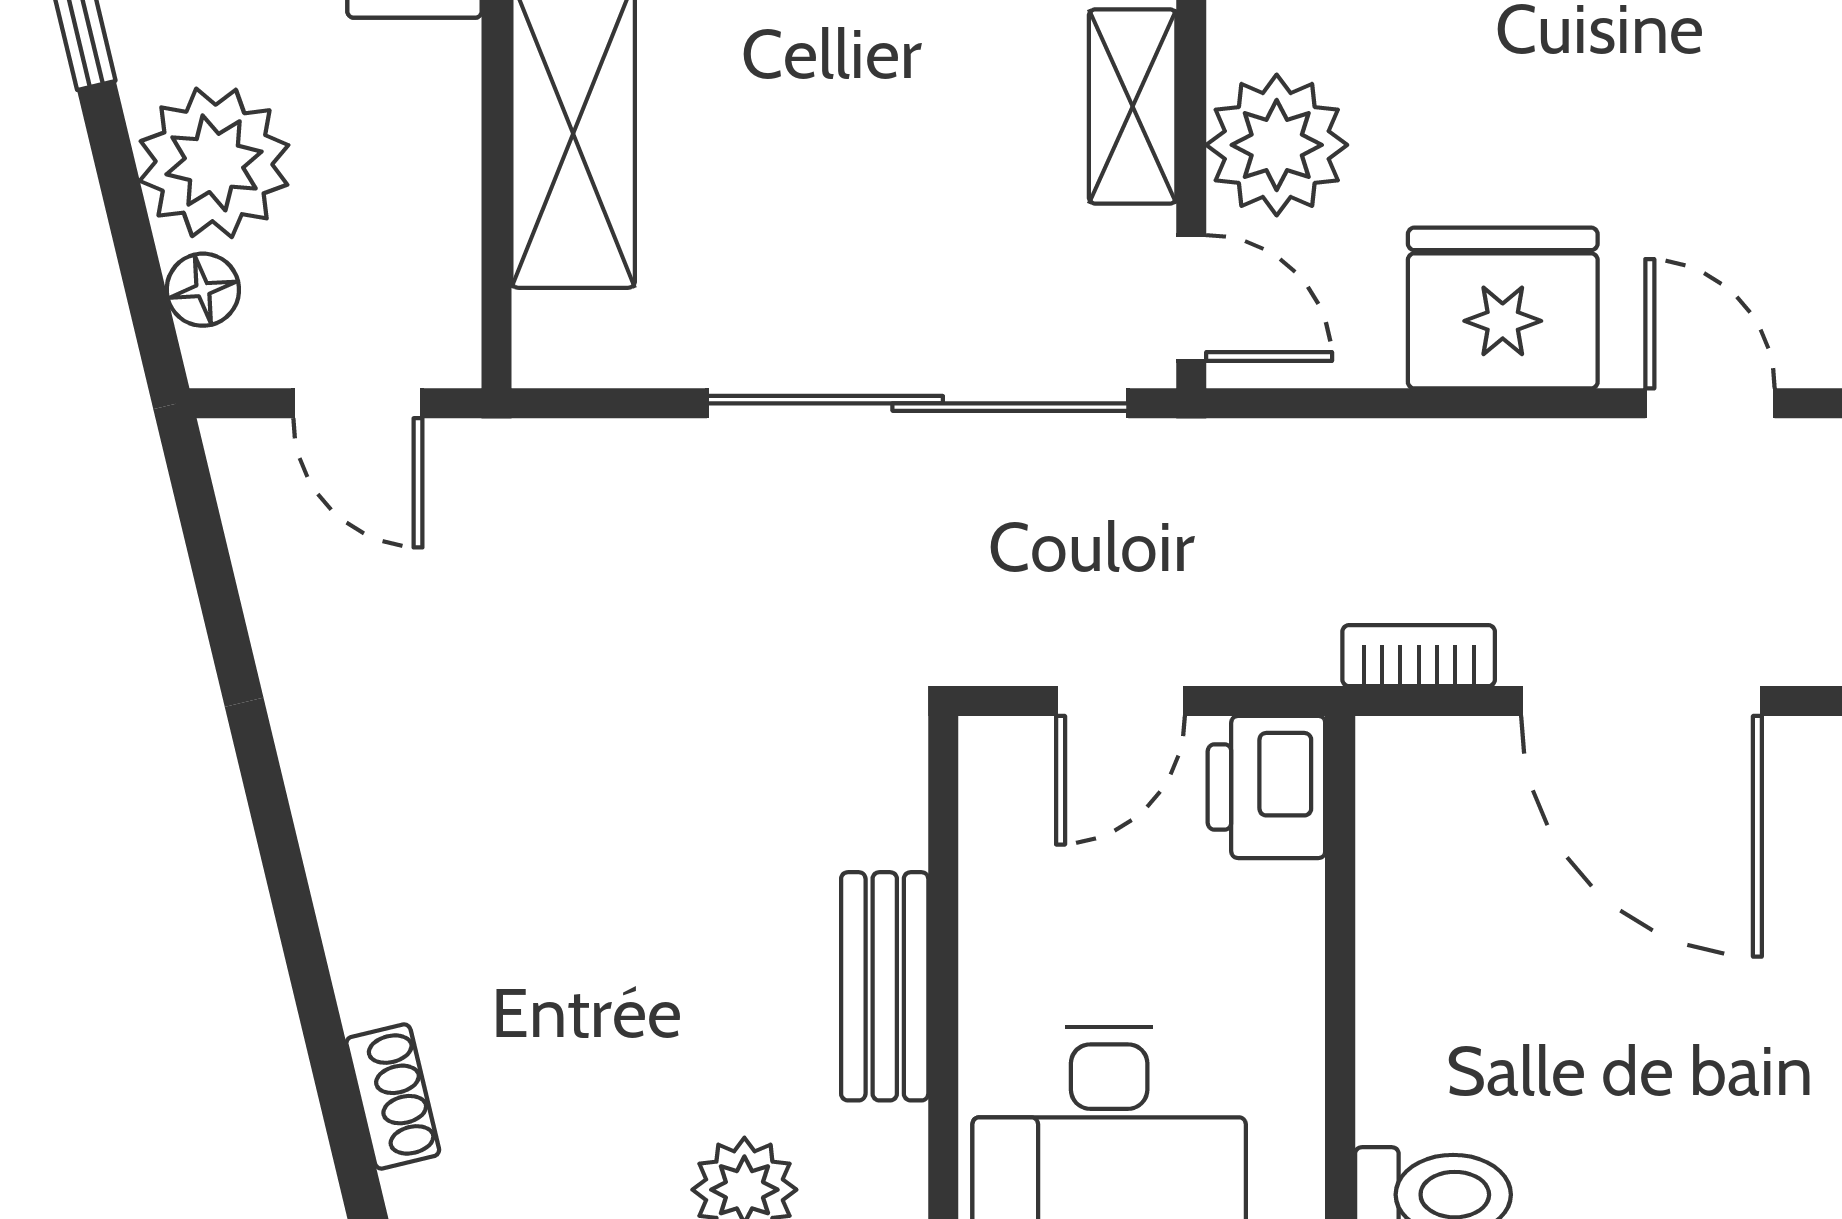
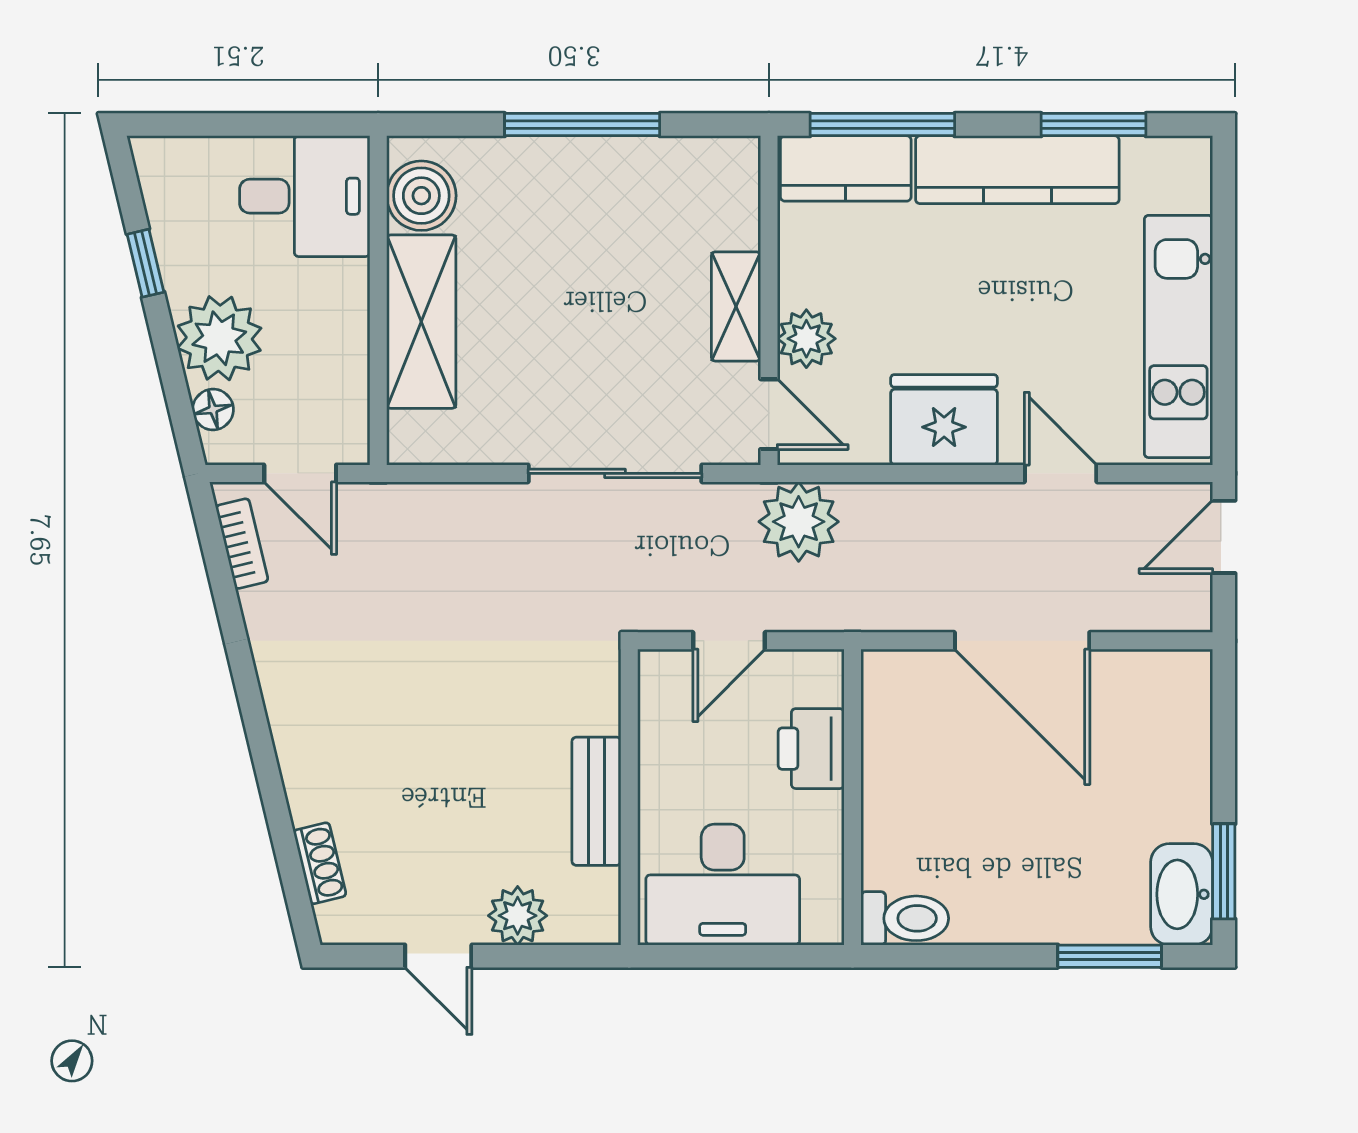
plant: (1277, 145) -> (806, 339), width x0.73, depth x0.73
sliding door: (918, 403) -> (615, 473), width x0.73
plant: (1244, 489) -> (799, 522), added
bookcase: (1419, 656) -> (242, 544), moved, turned 77
printer: (1266, 787) -> (811, 749), moved

